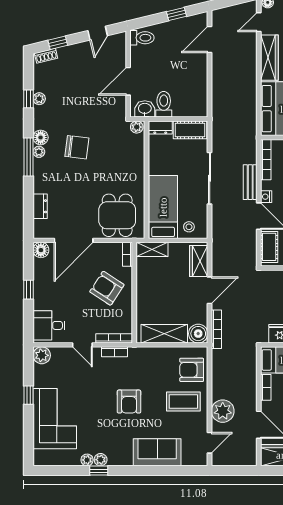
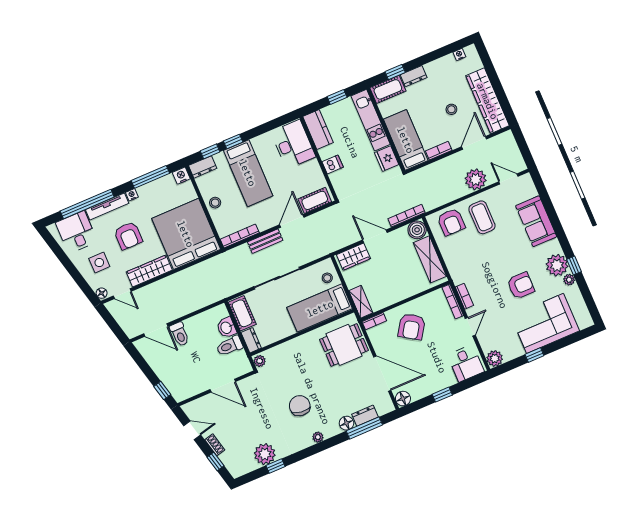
window: (176, 14) -> (162, 390), moved
toilet: (142, 38) -> (180, 334), moved, turned 180
shoe rack: (46, 56) -> (215, 445), moved
plant: (39, 99) -> (265, 454), width x1.87, depth x1.87
washbasin: (145, 109) -> (226, 328), moved
floor lamp: (41, 137) -> (346, 423), moved
window: (29, 157) -> (364, 428), moved
nightstand: (266, 197) -> (272, 222), removed
armchair: (129, 402) -> (521, 286), moved
plant: (101, 460) -> (557, 265), width x1.88, depth x1.88

